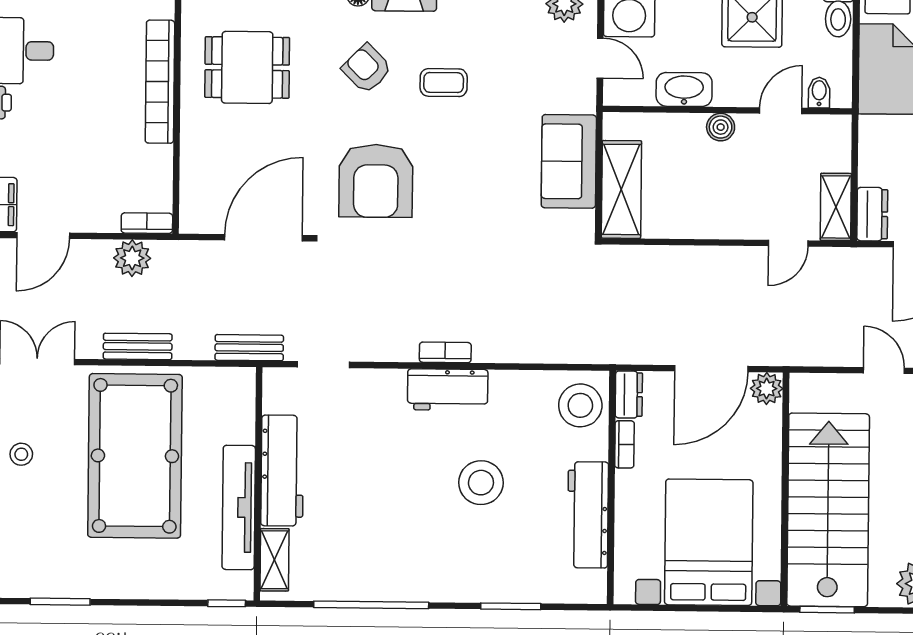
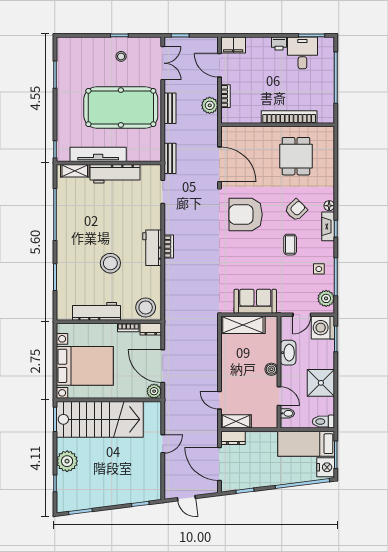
side table: (499, 19) -> (319, 269), added
bookcase: (147, 223) -> (225, 96), moved

